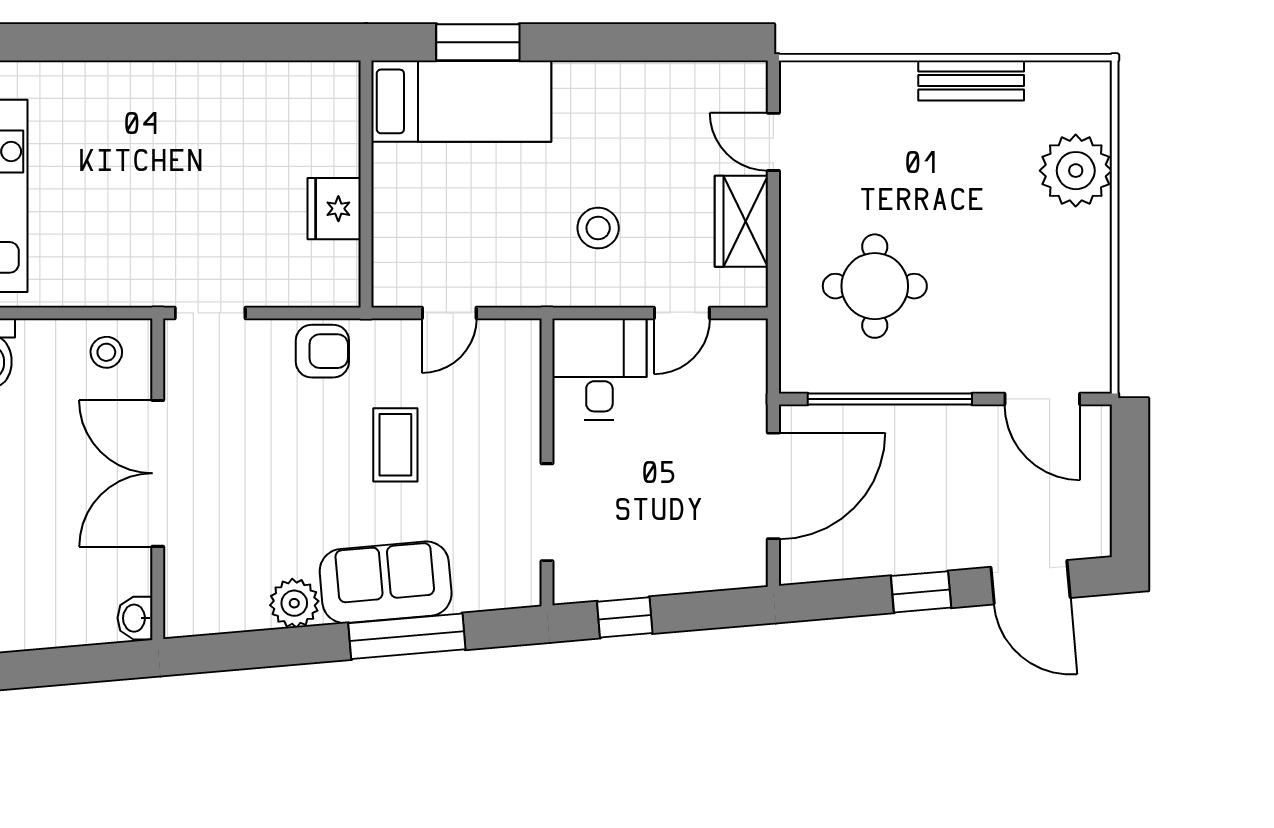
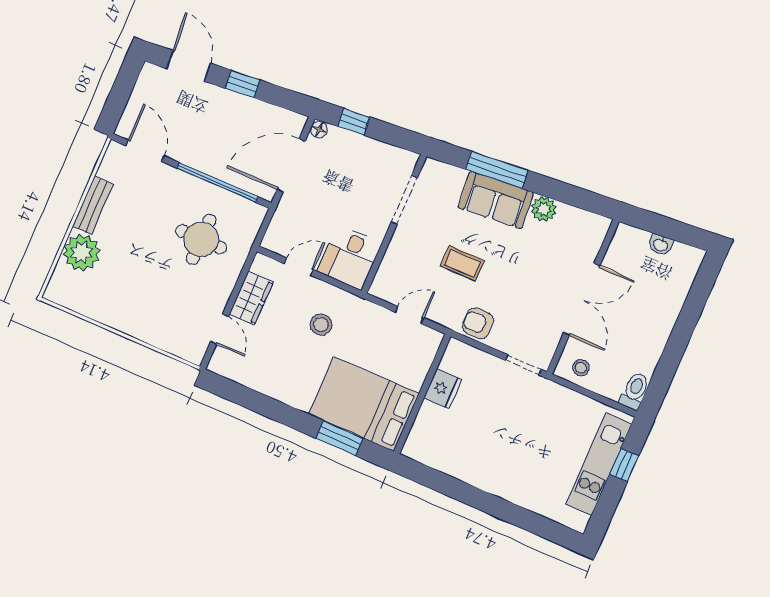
bench: (971, 81) -> (93, 205), moved, turned 90
bed: (461, 101) -> (364, 404), width x1.50
coffee table: (395, 445) -> (462, 263), turned 90
floor lamp: (752, 570) -> (319, 130), added
window: (625, 617) -> (354, 122), moved
washbasin: (135, 618) -> (661, 245), moved, turned 85

